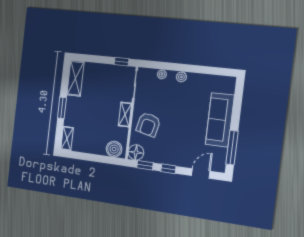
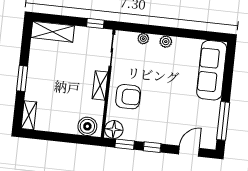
shelving: (75, 78) -> (53, 32), moved, turned 90
sofa: (220, 120) -> (212, 70), moved
armchair: (148, 124) -> (128, 97), turned -103

